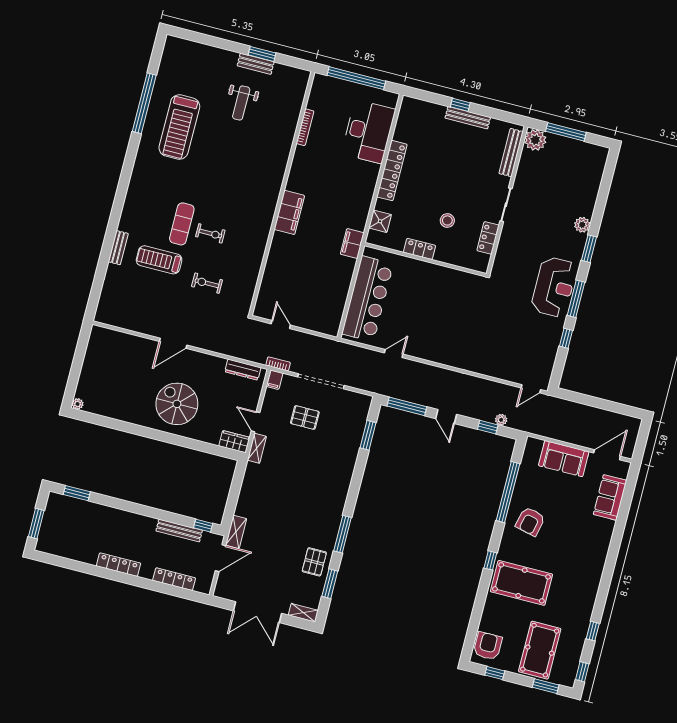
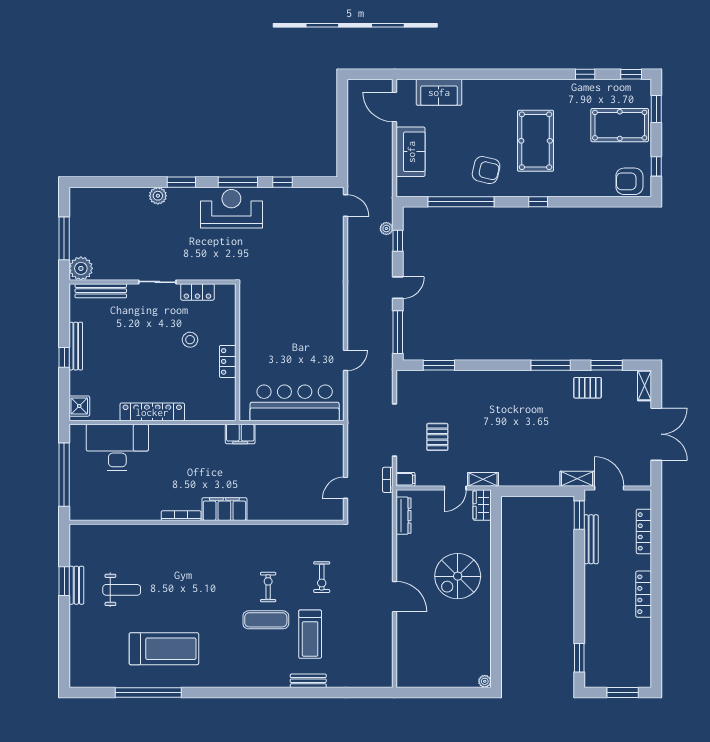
bookcase: (305, 127) -> (181, 516), moved
shower: (380, 221) -> (79, 406), moved
door: (394, 354) -> (345, 360), swing flipped
window: (203, 526) -> (579, 515), width x1.50
pool table: (521, 583) -> (536, 141), moved

